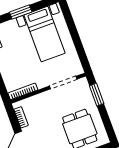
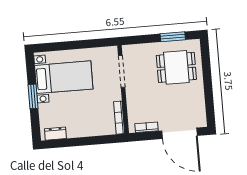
window: (97, 95) -> (173, 37), moved

